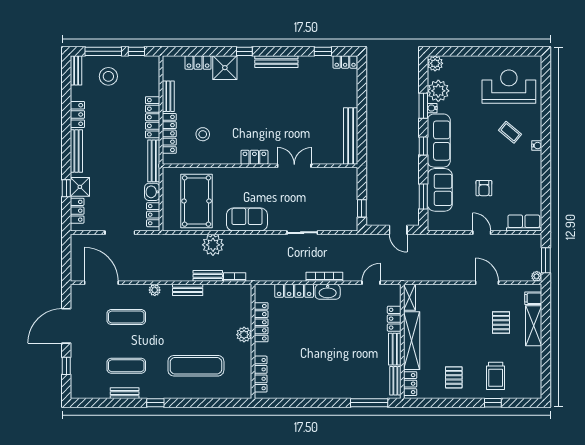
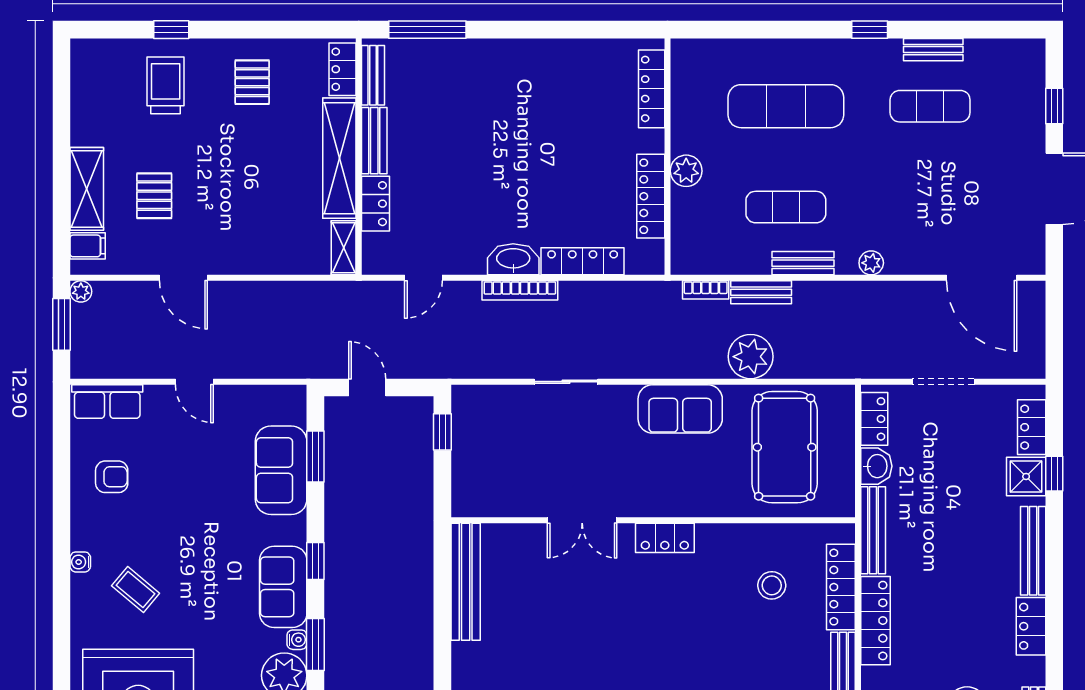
sofa: (439, 141) -> (283, 587), width x0.73
armchair: (484, 188) -> (112, 477), moved, turned 90
exercise mat: (126, 317) -> (786, 207), moved

